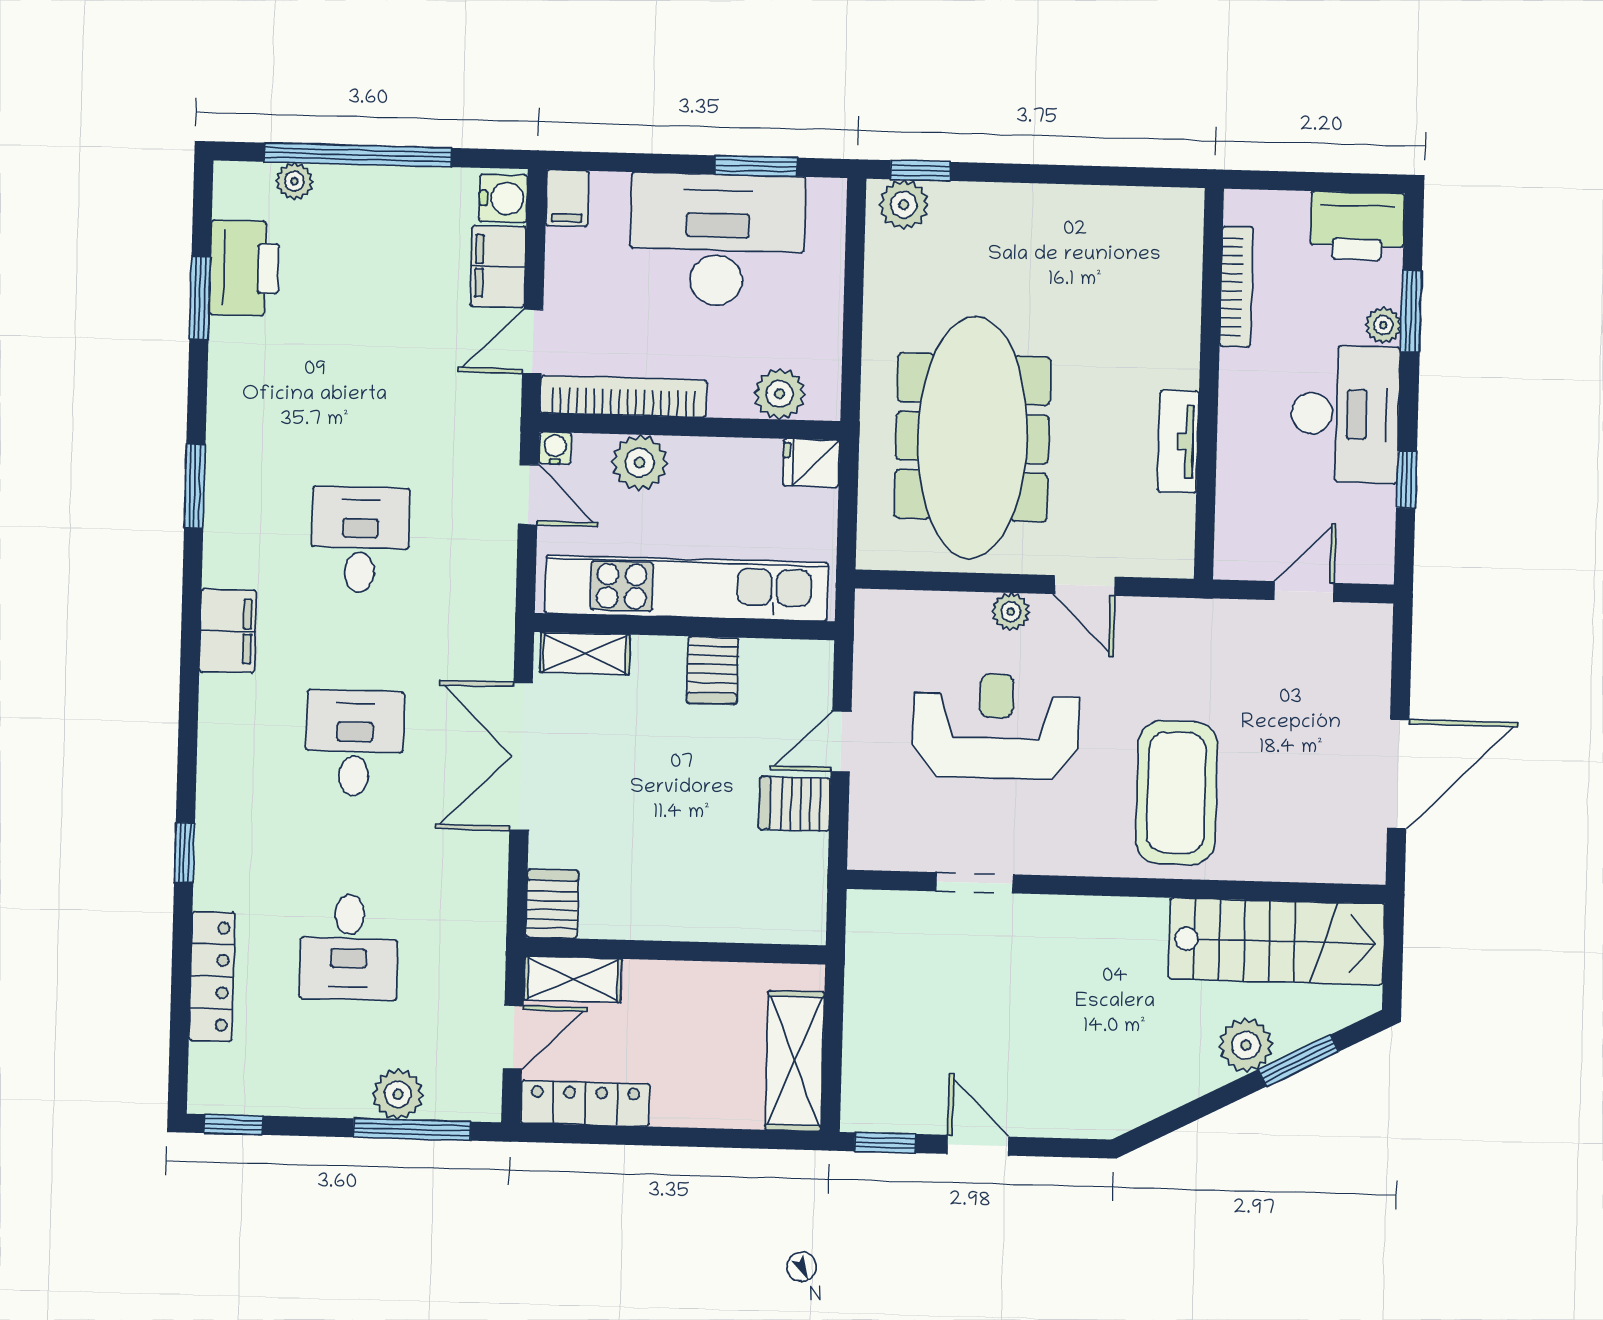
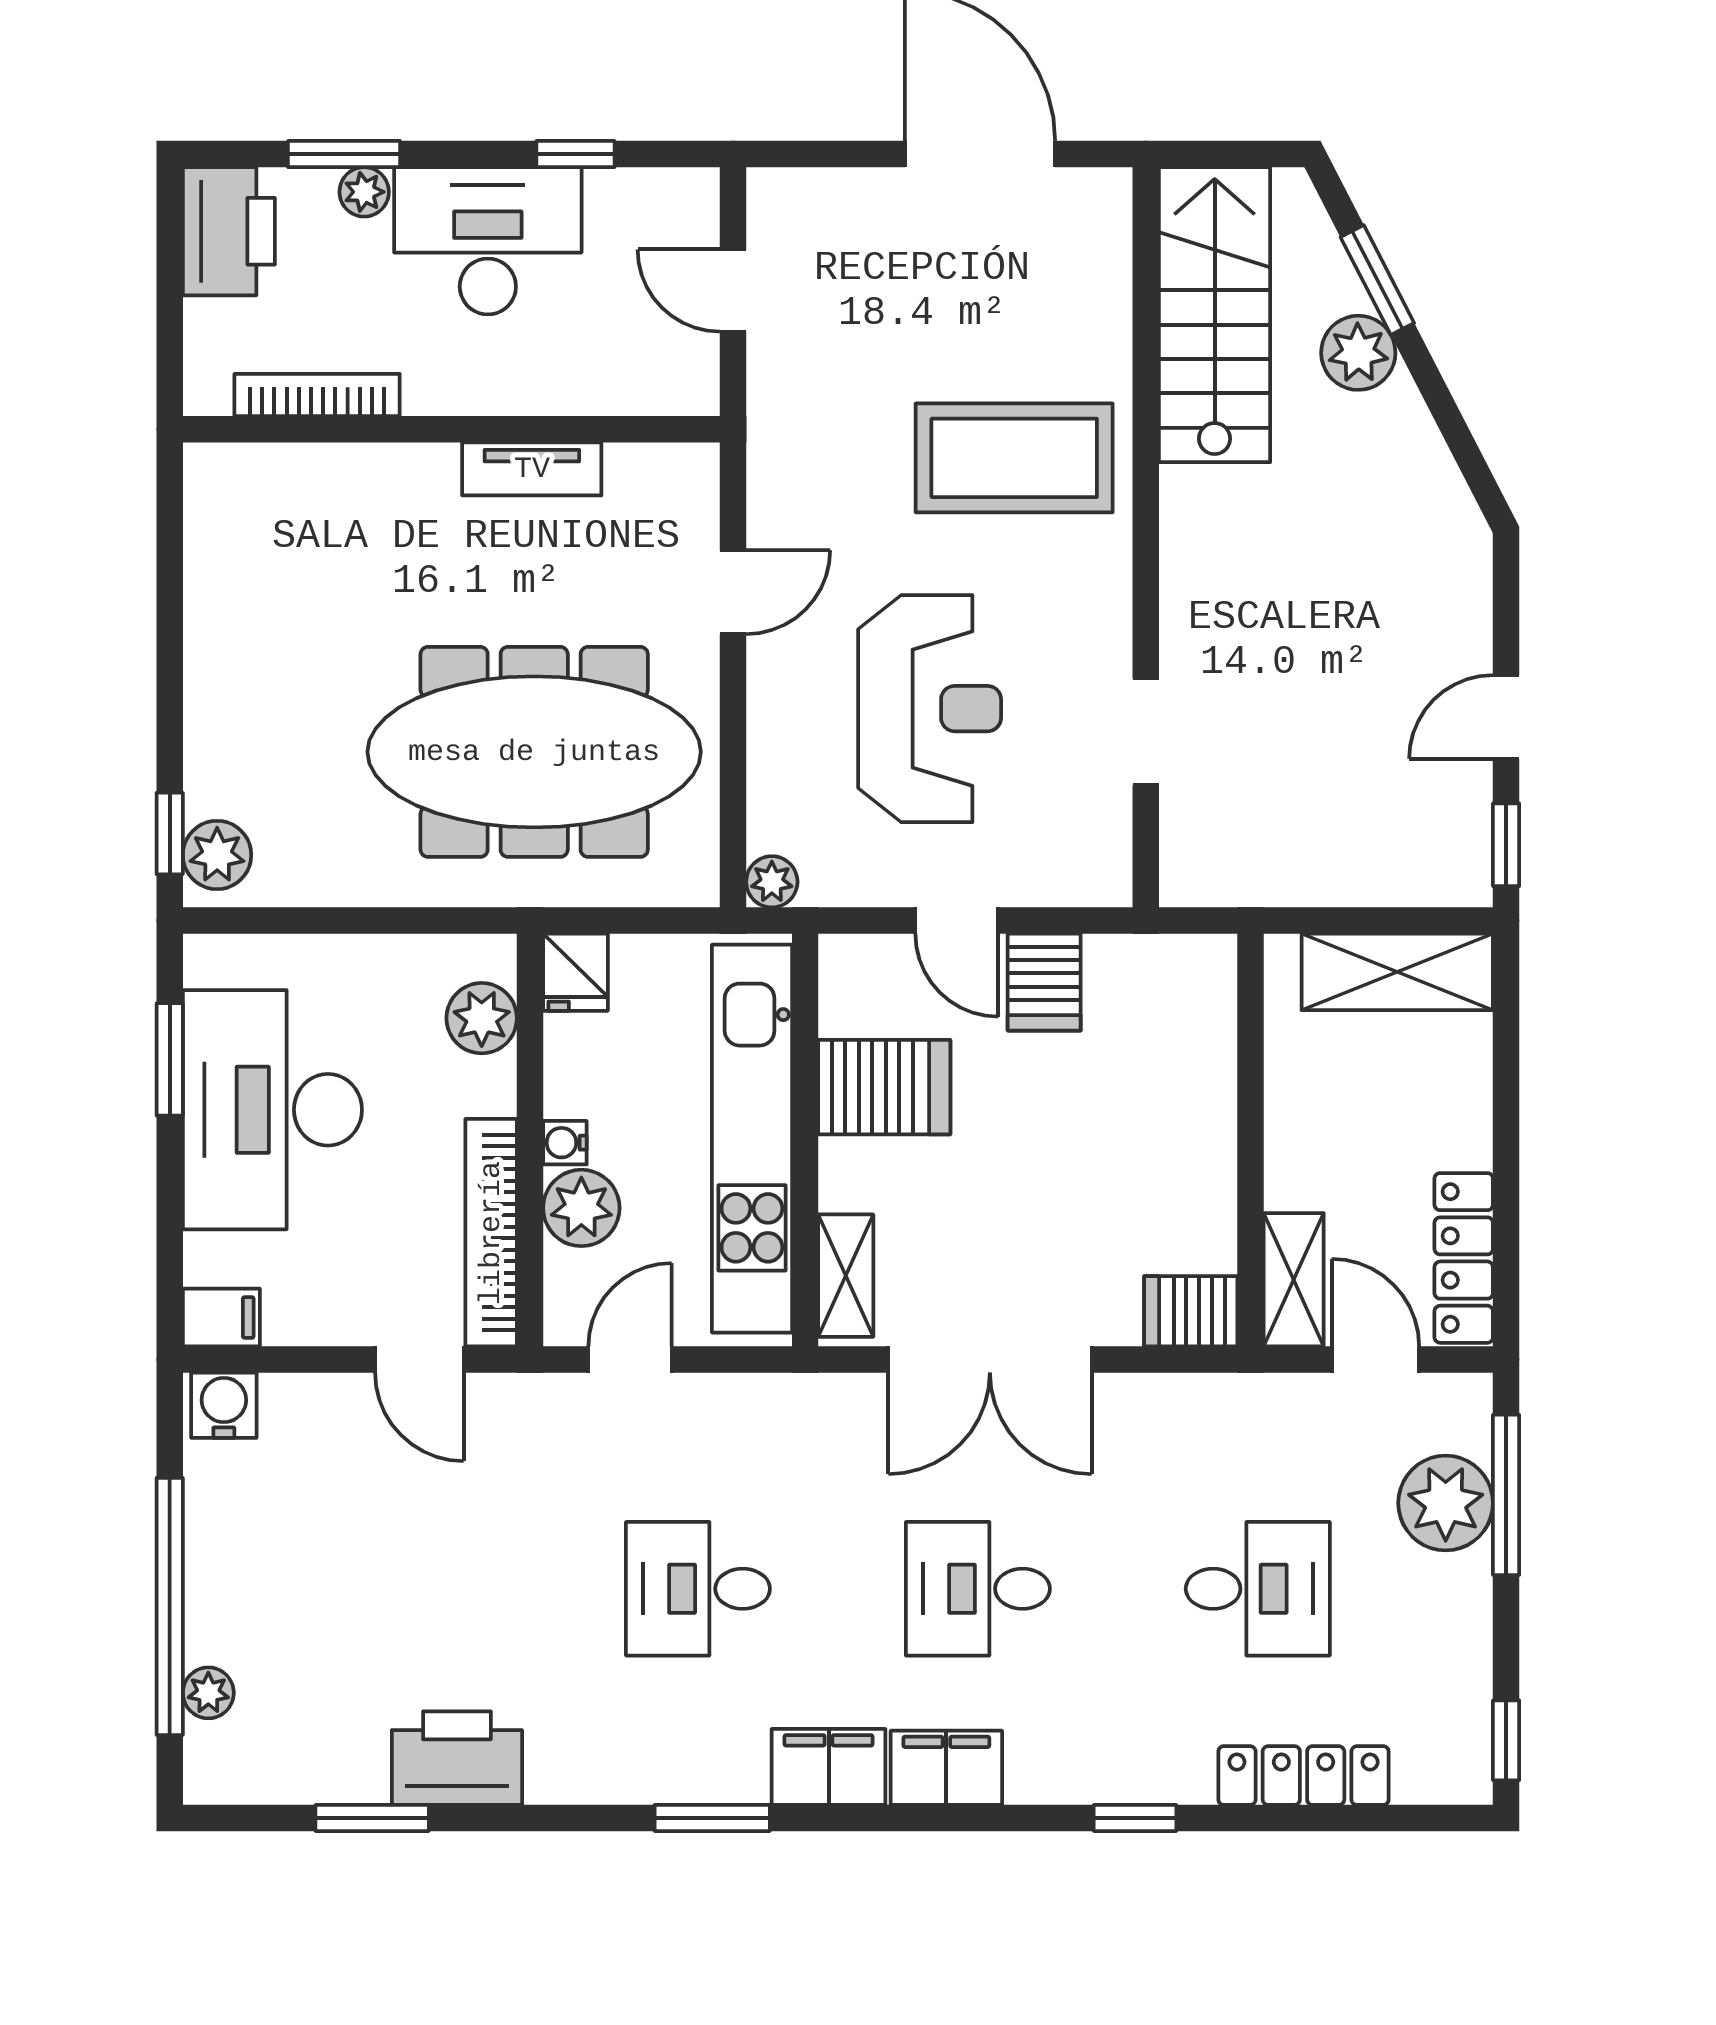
filing cabinet: (498, 266) -> (946, 1768), moved, turned 180
printer: (244, 268) -> (457, 1758), moved
water cooler: (555, 448) -> (565, 1143), moved
window: (195, 486) -> (712, 1818), moved
plant: (1011, 612) -> (772, 882), moved
server rack: (713, 670) -> (884, 1087), width x1.36, depth x1.44
reception desk: (996, 726) -> (930, 709), turned 180
plant: (398, 1094) -> (1446, 1503), width x1.36, depth x1.36

